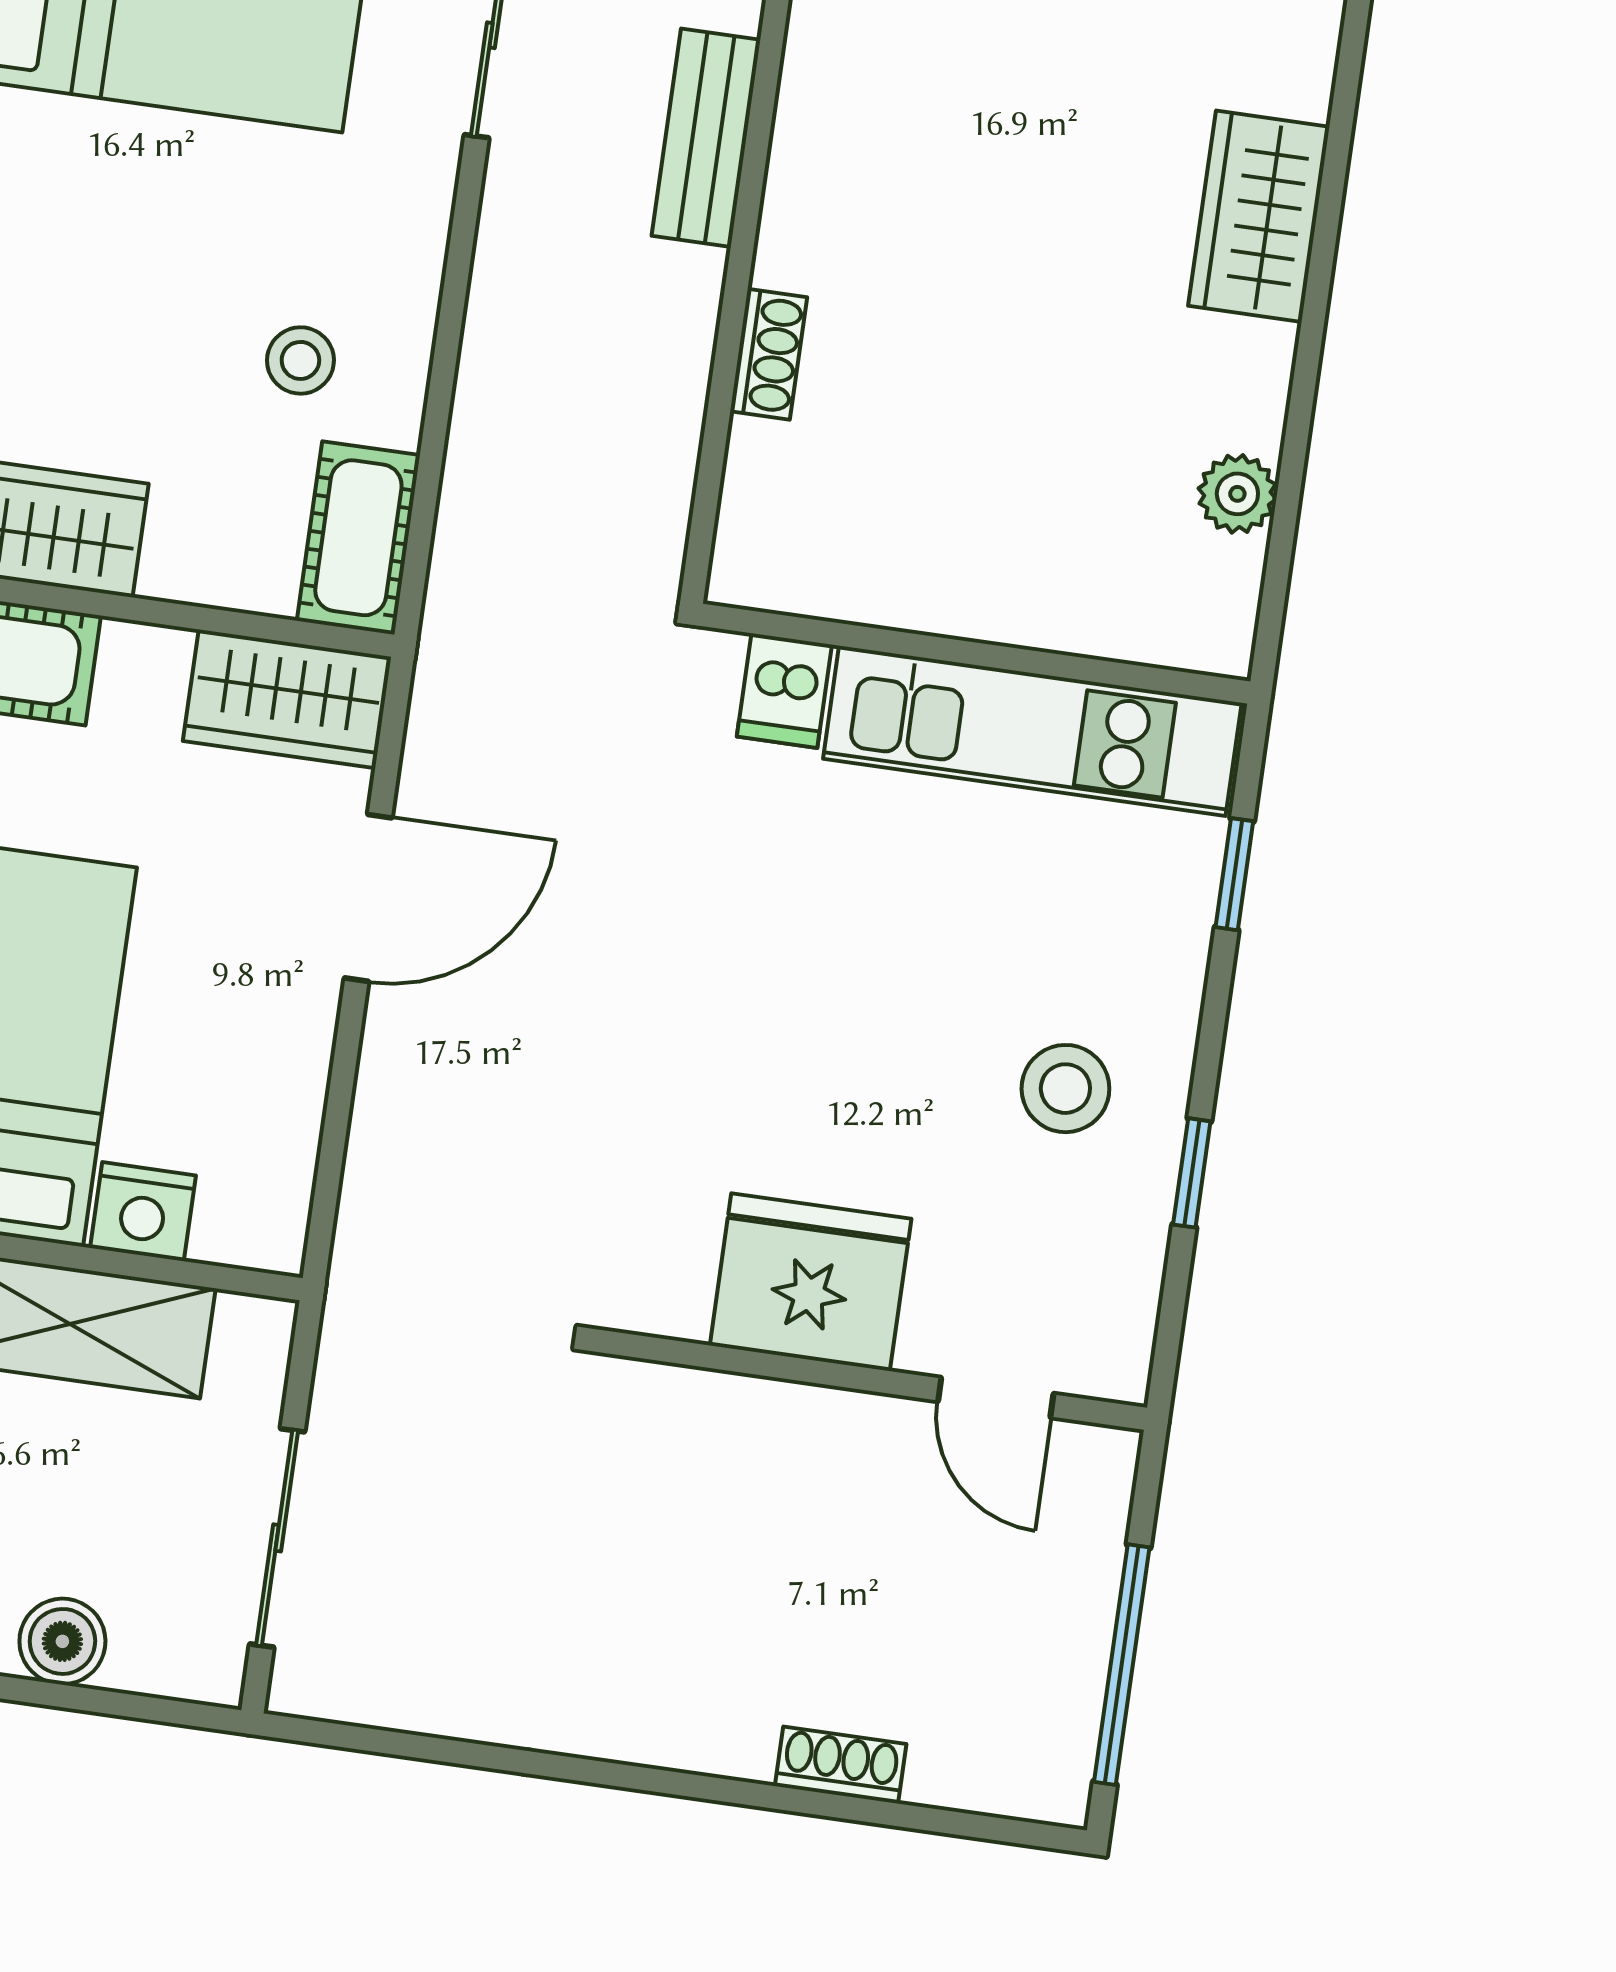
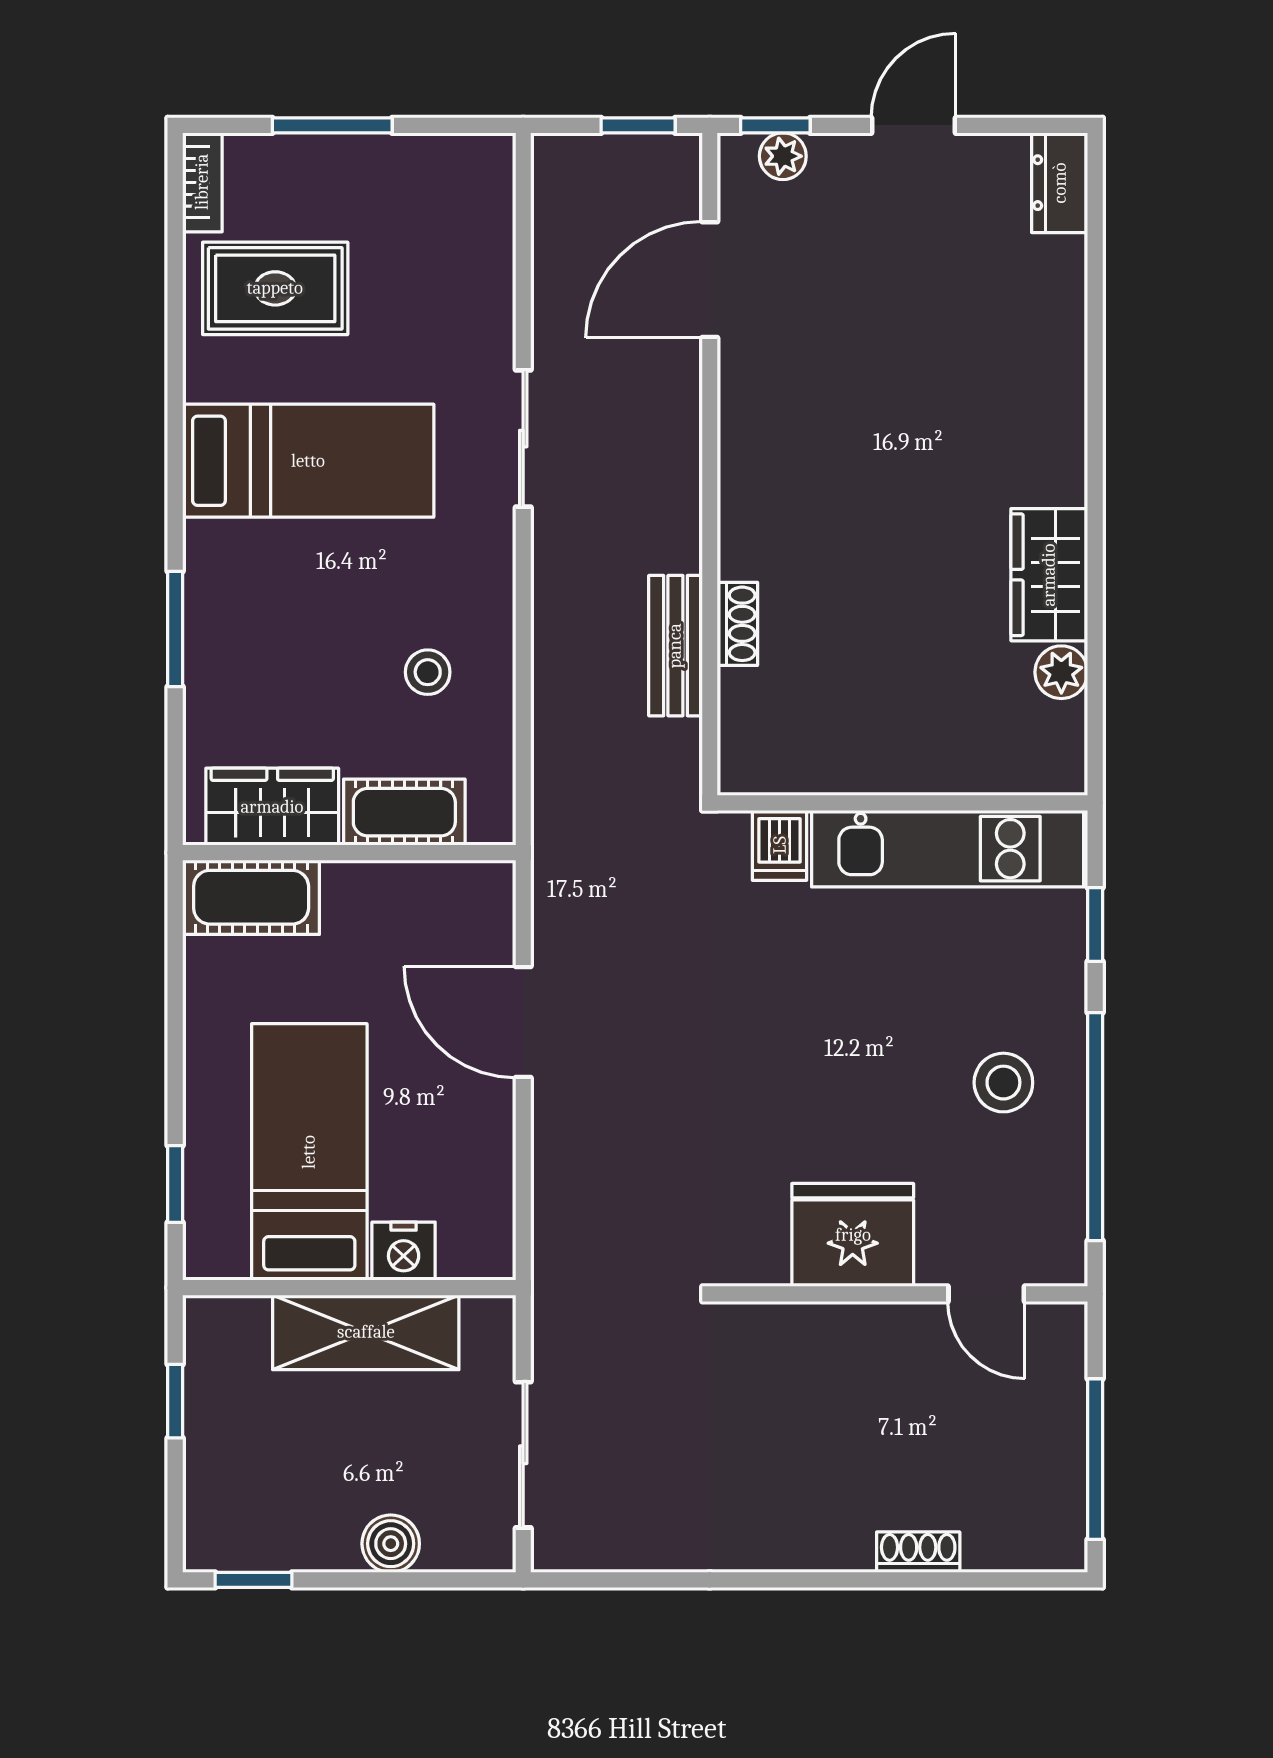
bench: (706, 138) -> (675, 646), moved
wardrobe: (1259, 216) -> (1049, 575), moved
cot: (358, 538) -> (404, 812), moved, turned 90
wardrobe: (287, 699) -> (451, 898), removed
door: (368, 898) -> (523, 1022), swing flipped
window: (1192, 1173) -> (1095, 1127), width x3.17

